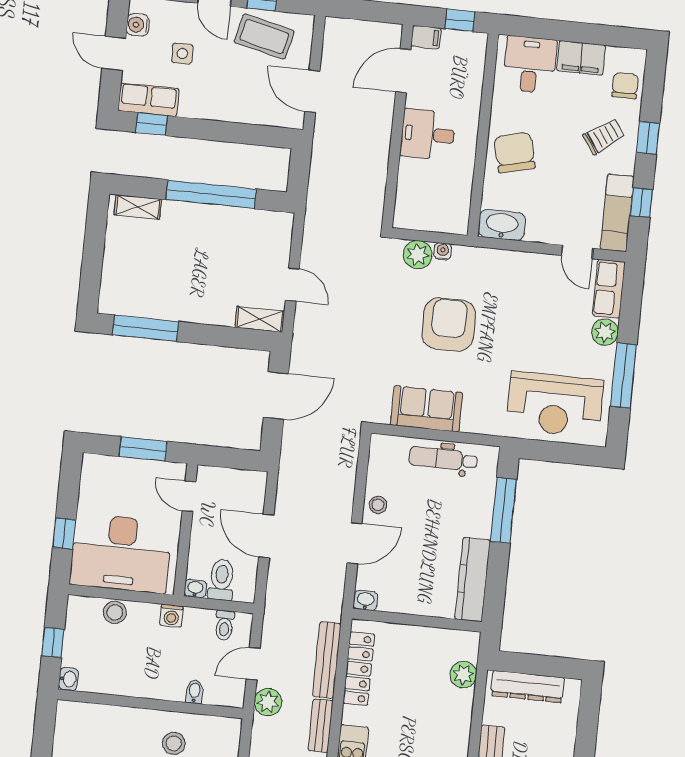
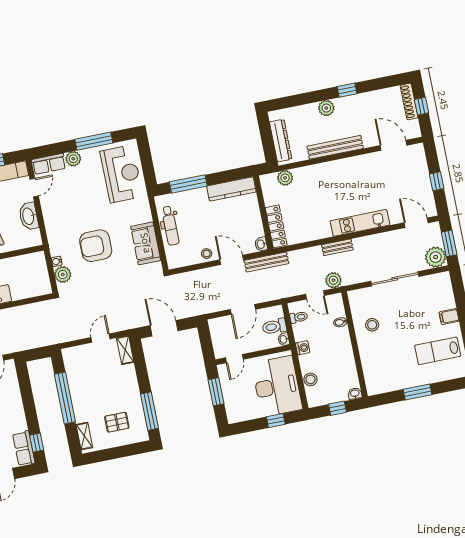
washbasin: (502, 225) -> (29, 216), moved
pallet: (144, 268) -> (117, 422), added
bench: (327, 660) -> (266, 262), moved
locker: (359, 669) -> (276, 226), moved, turned 90

